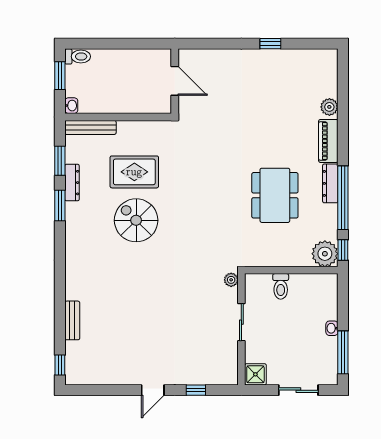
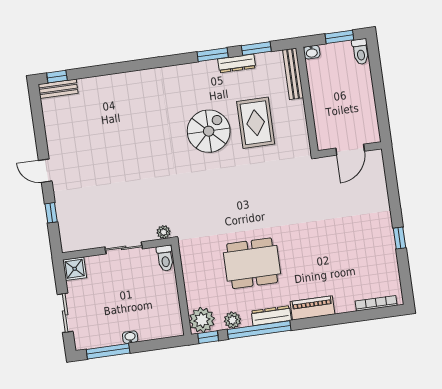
bookcase: (333, 76) -> (376, 303), added
plant: (329, 107) -> (232, 320), moved
toilet: (281, 286) -> (165, 258), moved, turned -90
bench: (72, 320) -> (58, 89), moved

